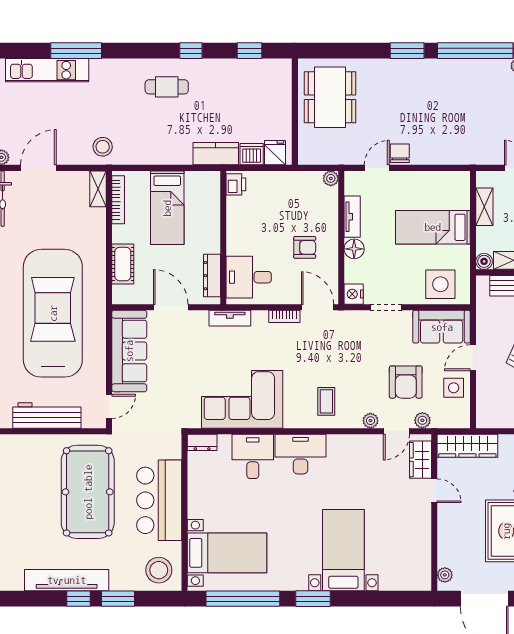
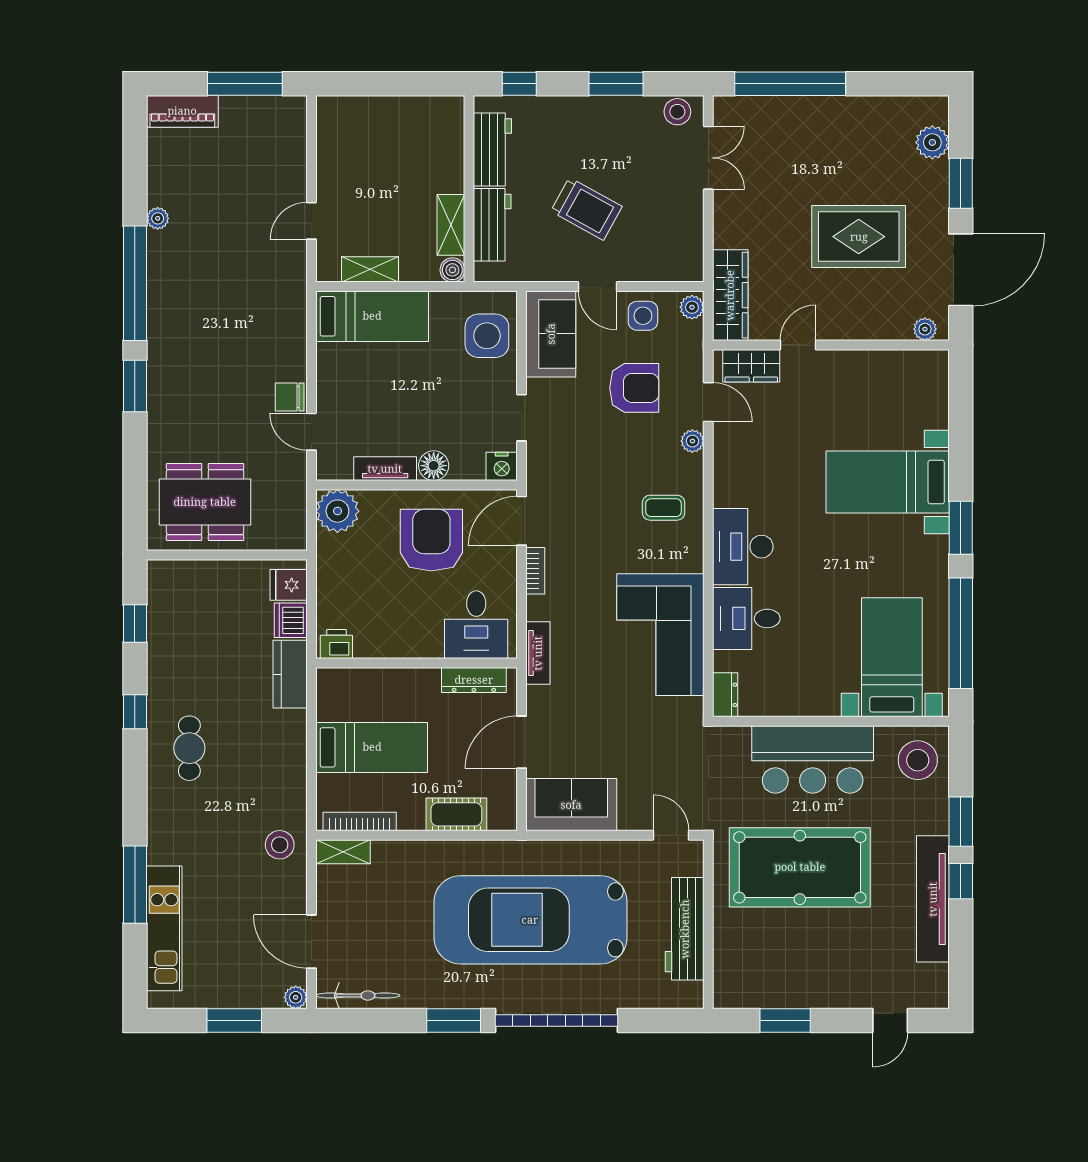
plant: (331, 178) -> (337, 511), width x1.88, depth x1.88
bed: (433, 227) -> (372, 316), moved, turned -90
armchair: (305, 247) -> (431, 540), width x1.88, depth x1.88
sofa: (129, 351) -> (571, 805), width x0.73
plant: (422, 420) -> (692, 307), moved

